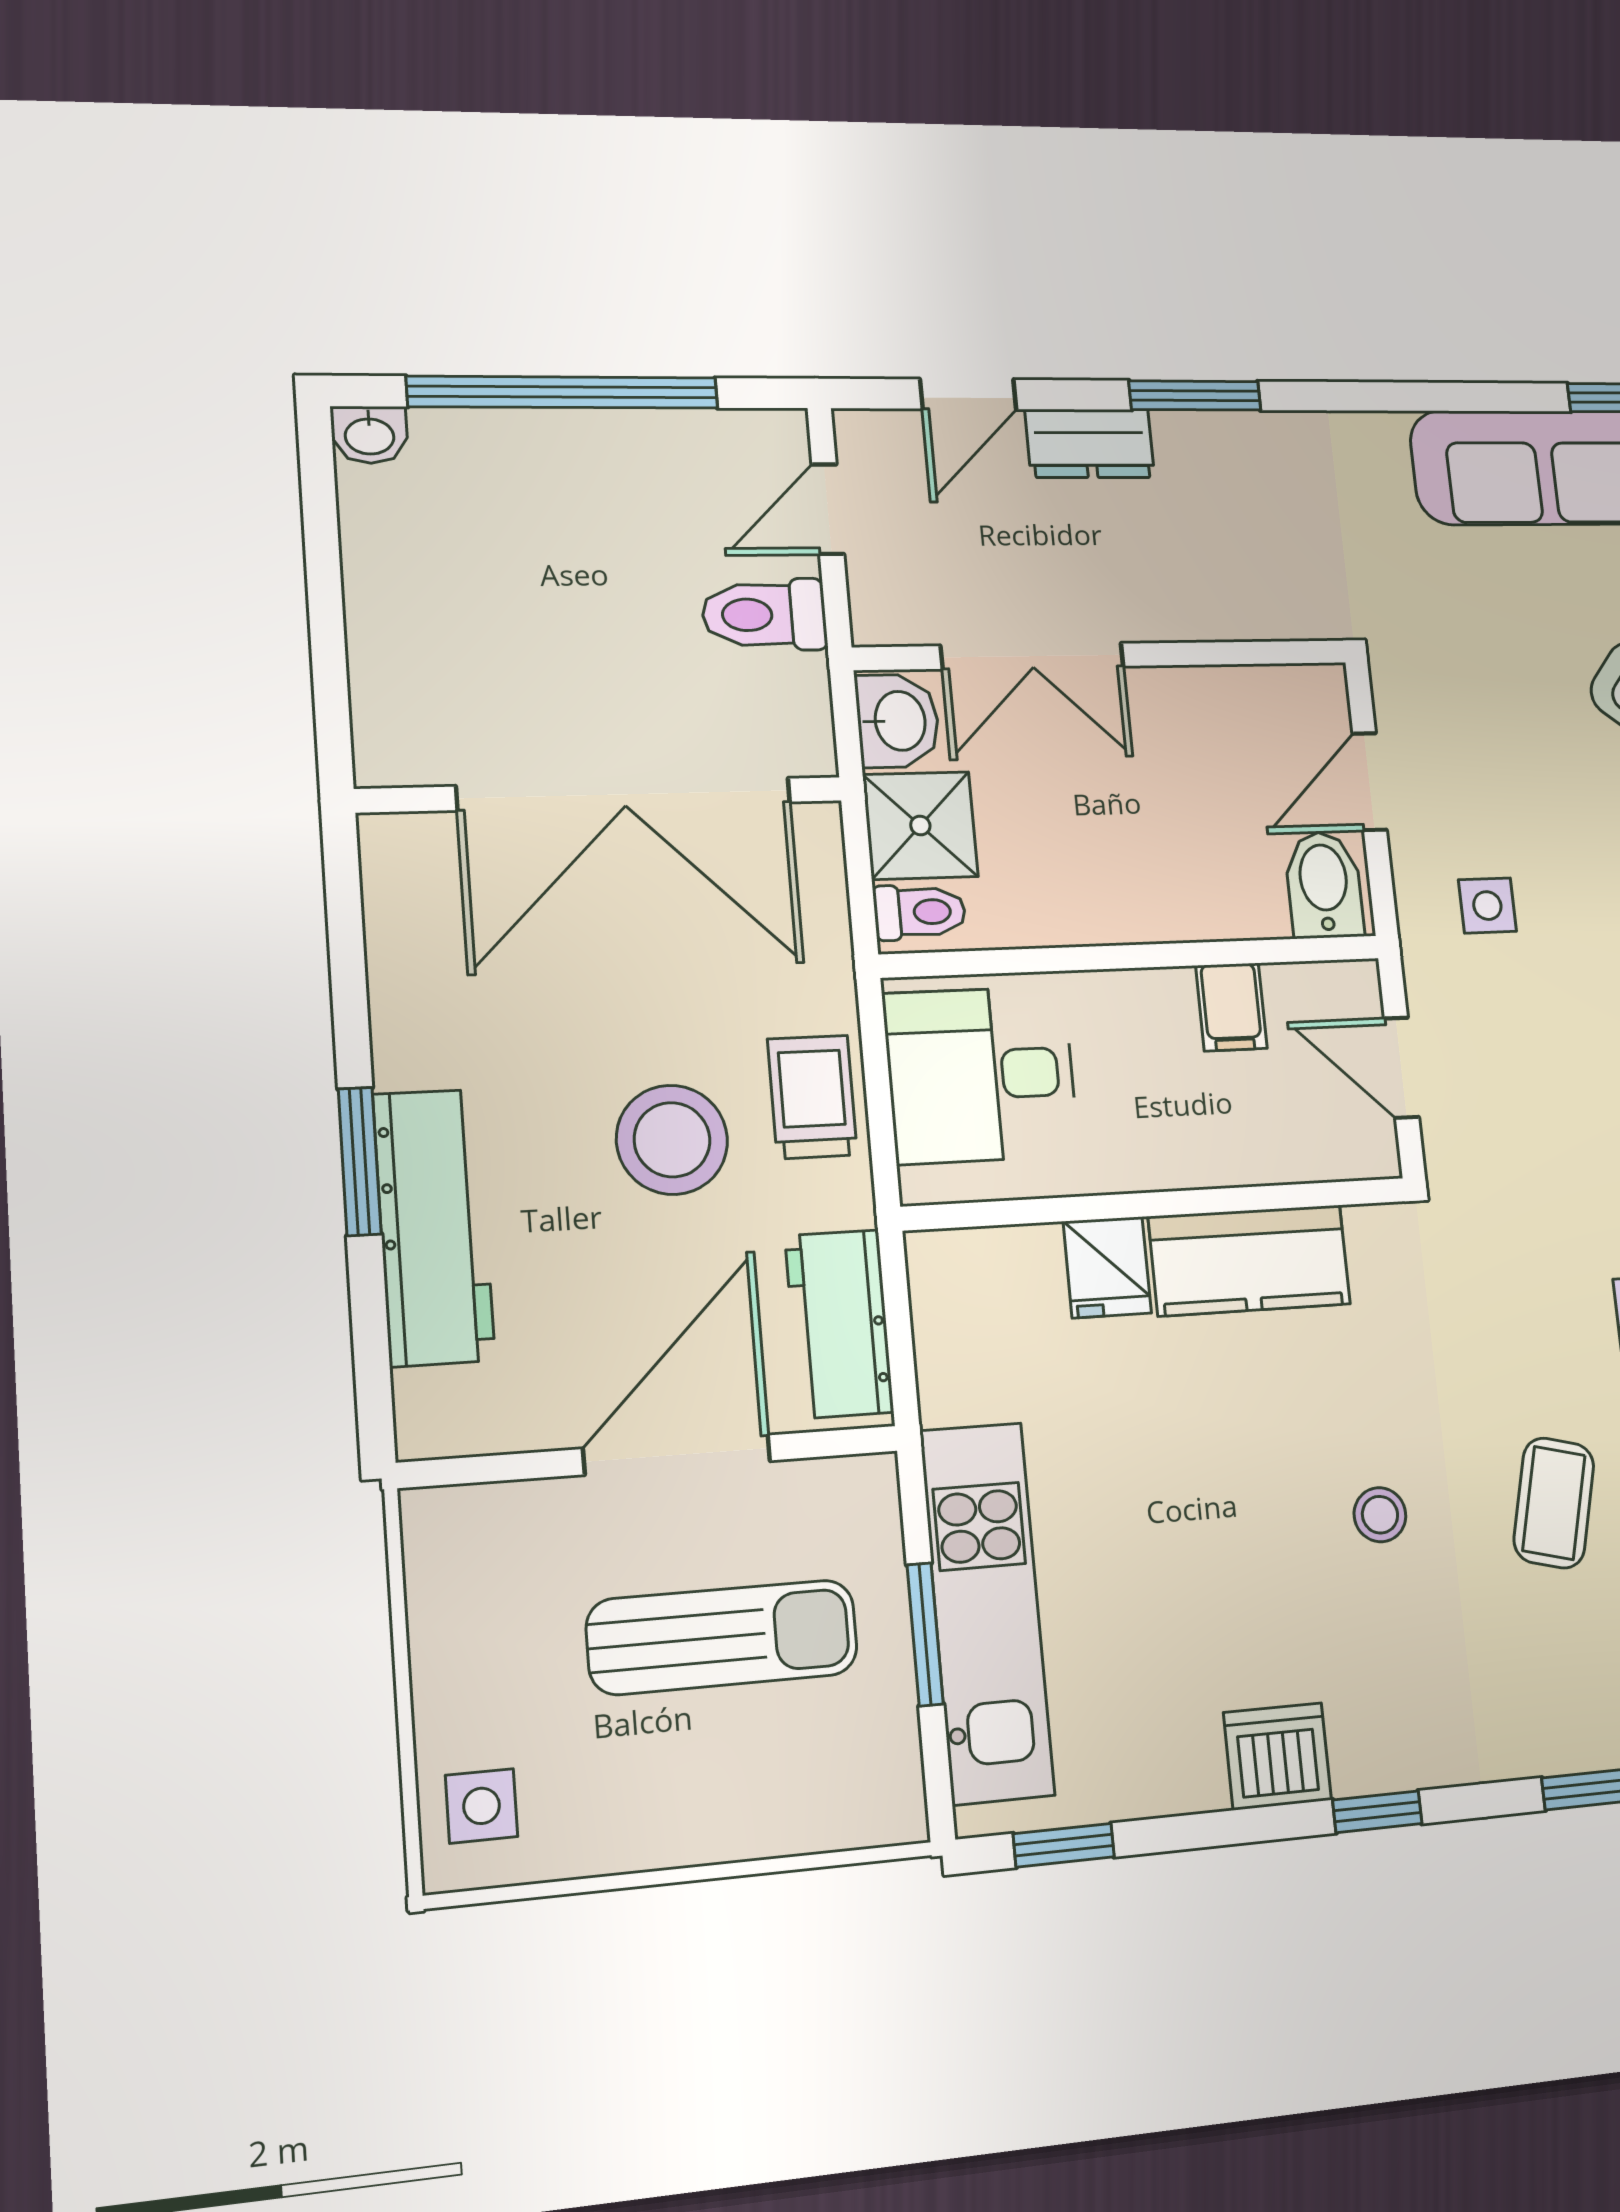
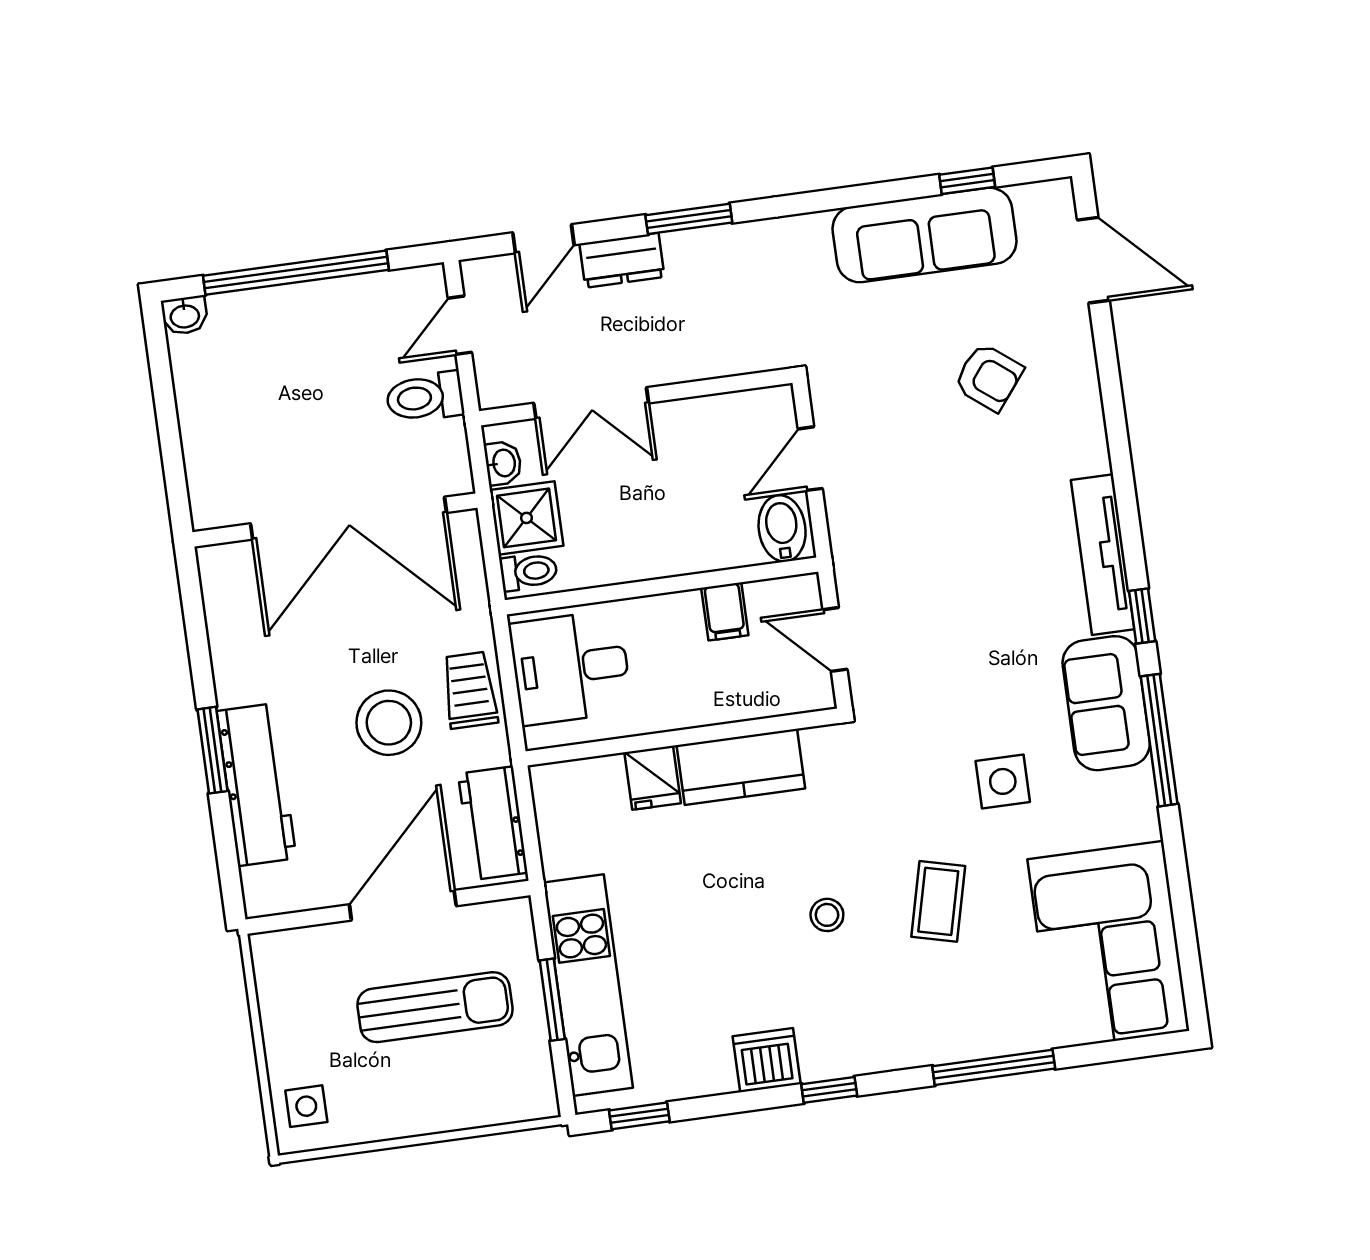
washbasin: (898, 721) -> (503, 463), width x0.72, depth x0.69
side table: (1487, 906) -> (889, 531), removed

